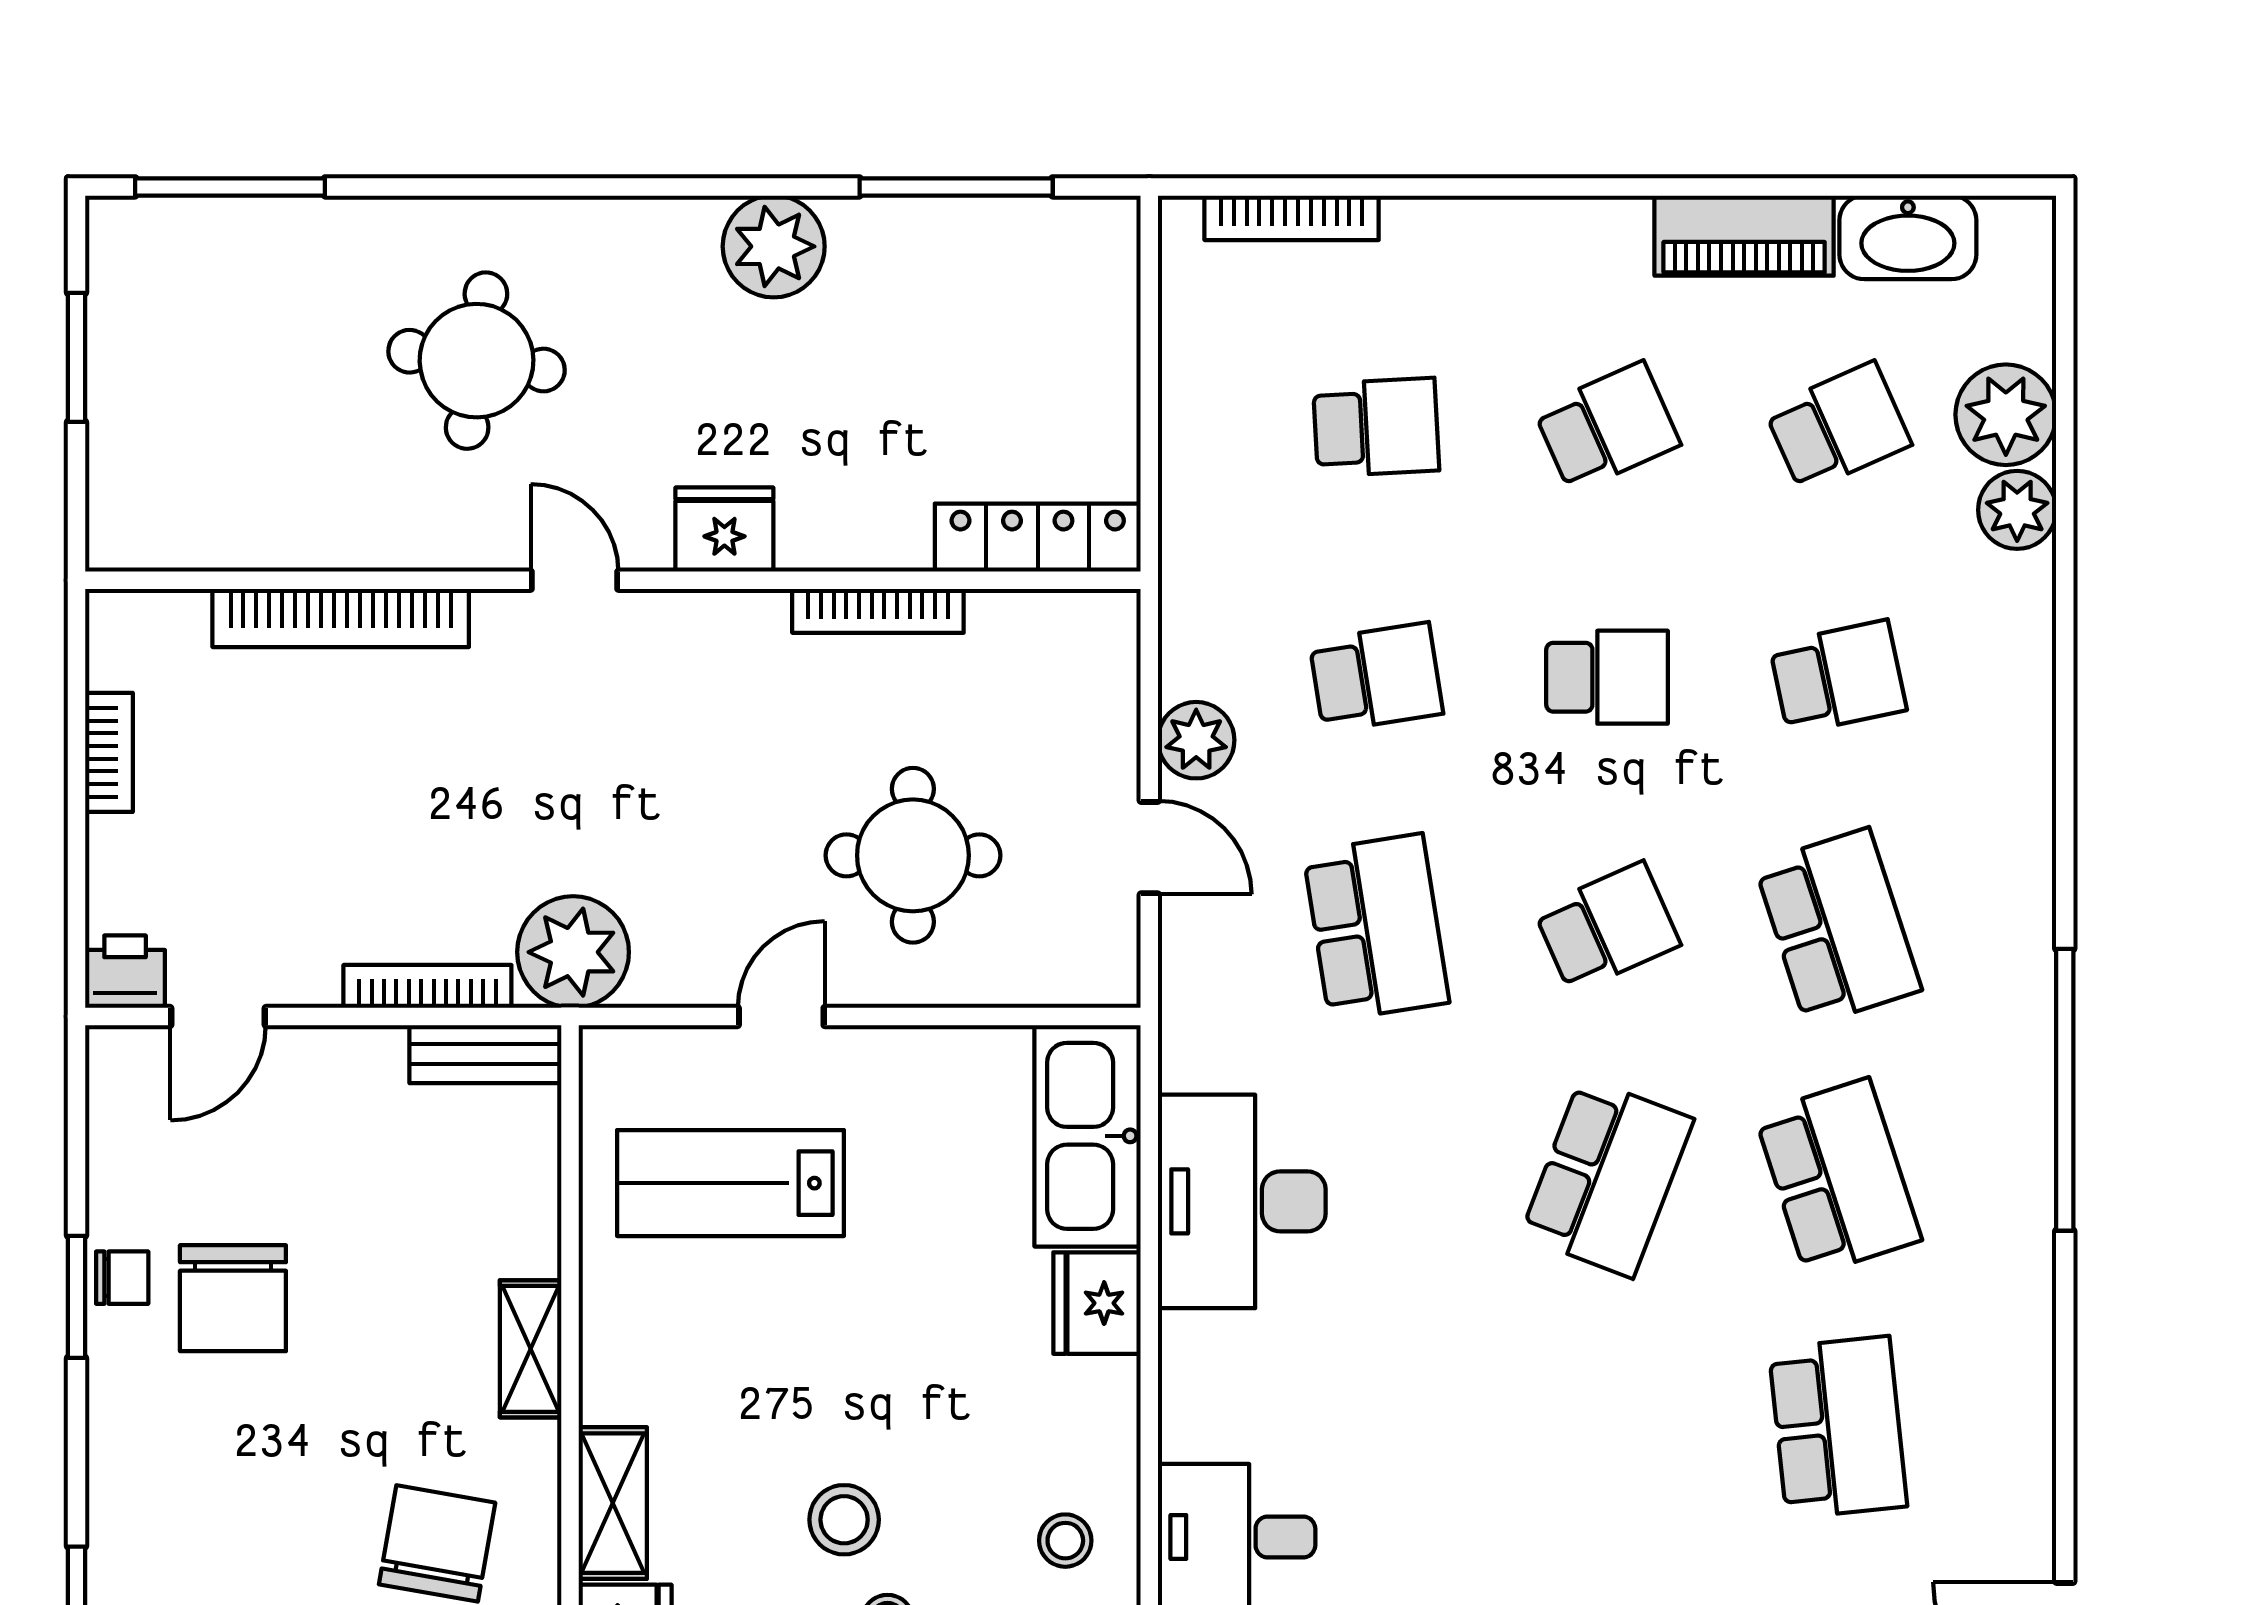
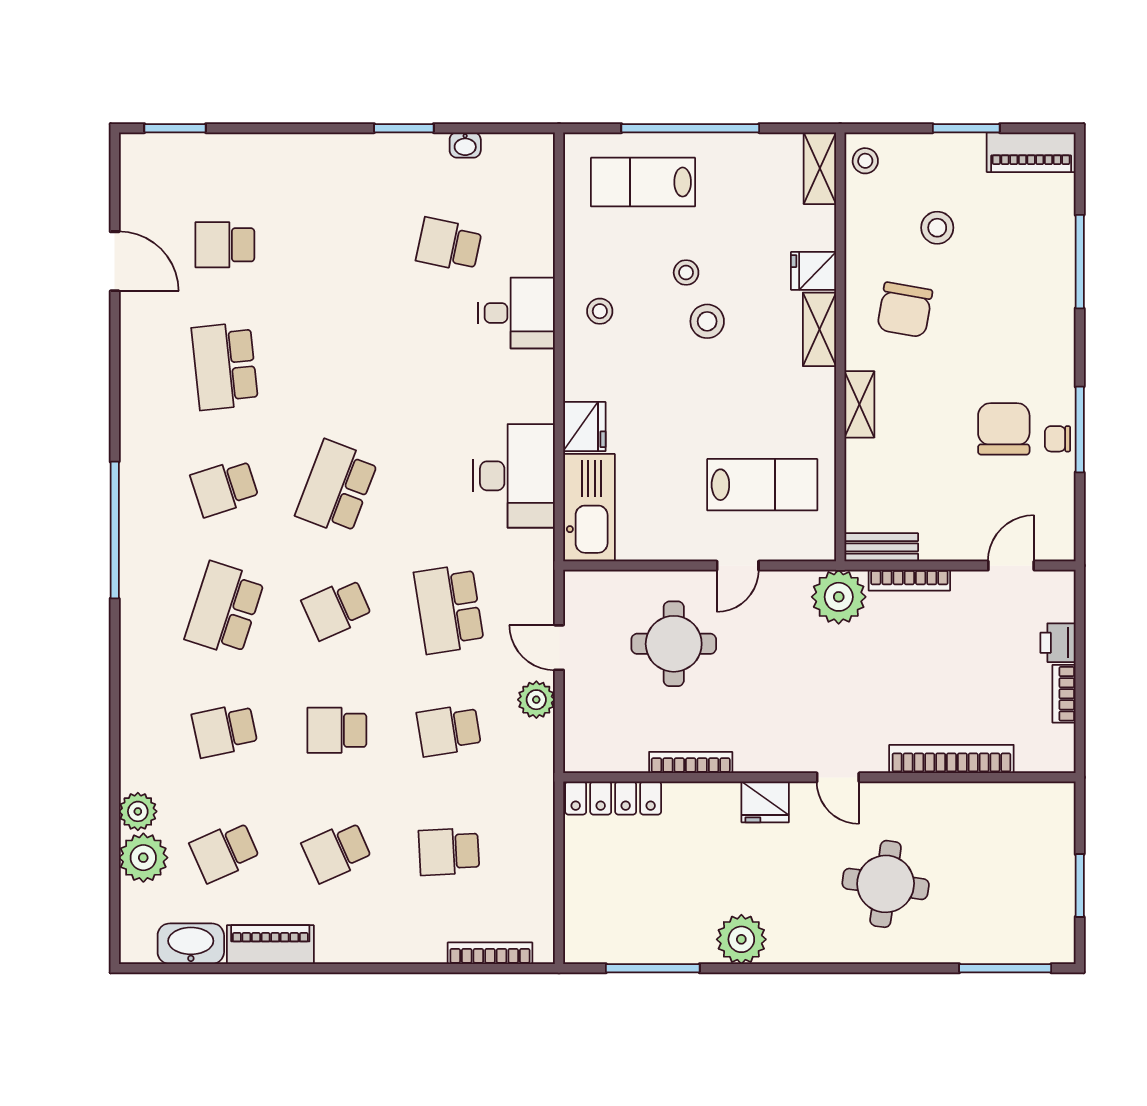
school desk: (1838, 927) -> (225, 609), turned 36
printer: (125, 972) -> (1058, 643), moved, turned 90
school desk: (1838, 1177) -> (225, 488), width x0.54
window: (77, 1297) -> (1080, 430), width x1.44

